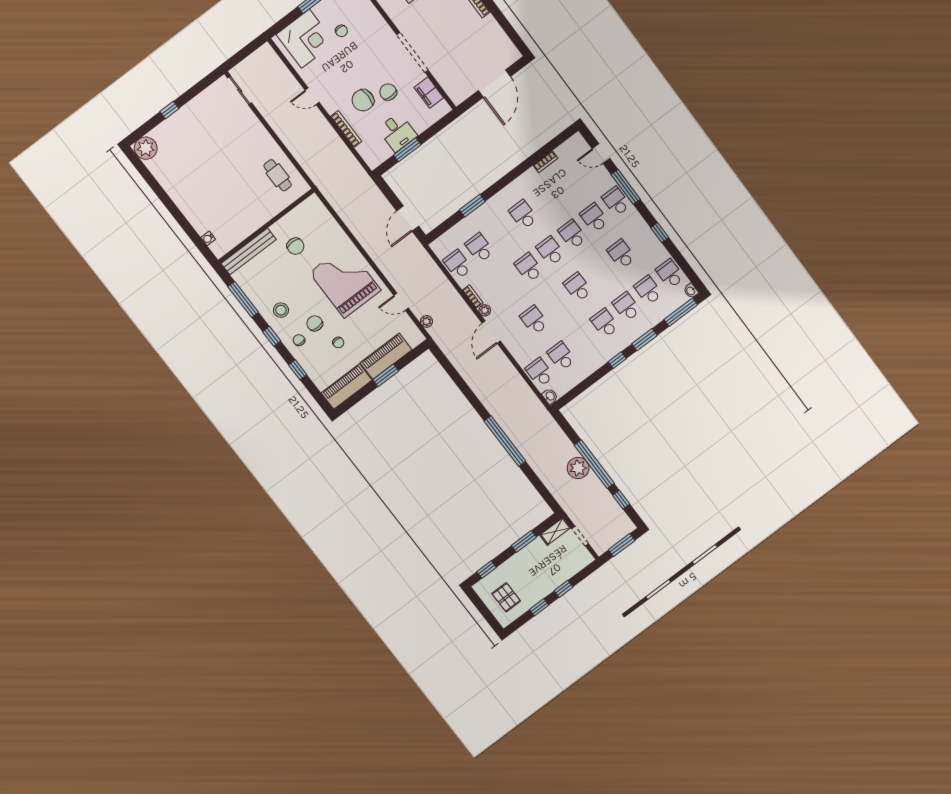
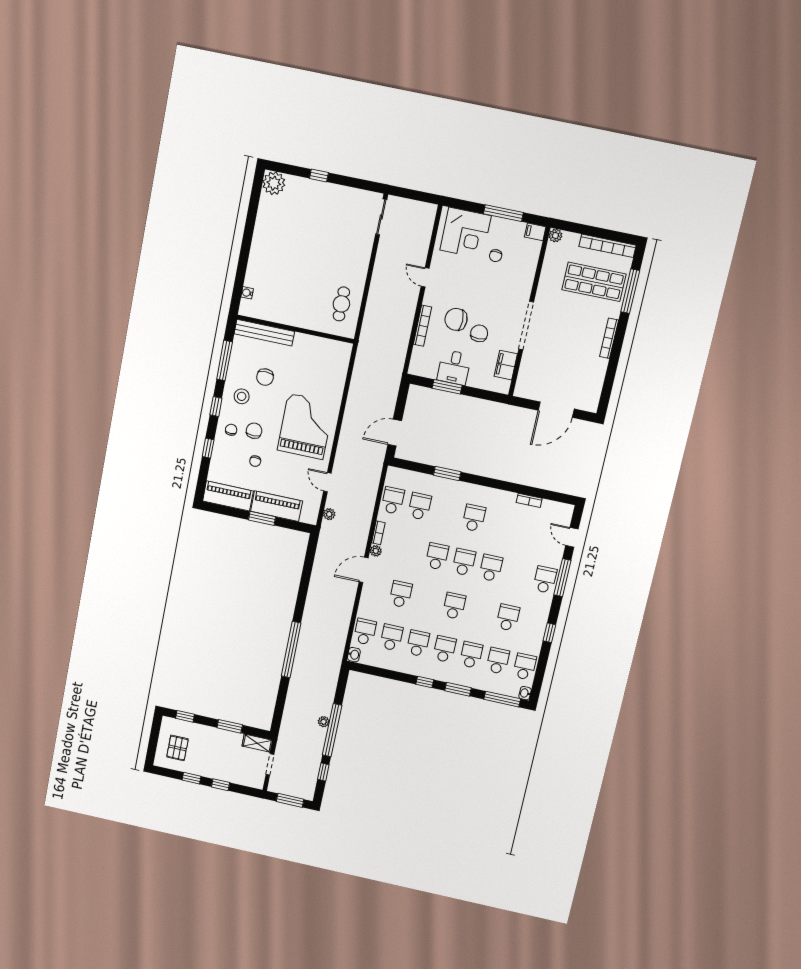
school desk: (594, 218) -> (418, 643), moved
chair: (295, 246) -> (265, 377), moved
plant: (578, 468) -> (324, 722), width x0.53, depth x0.53

